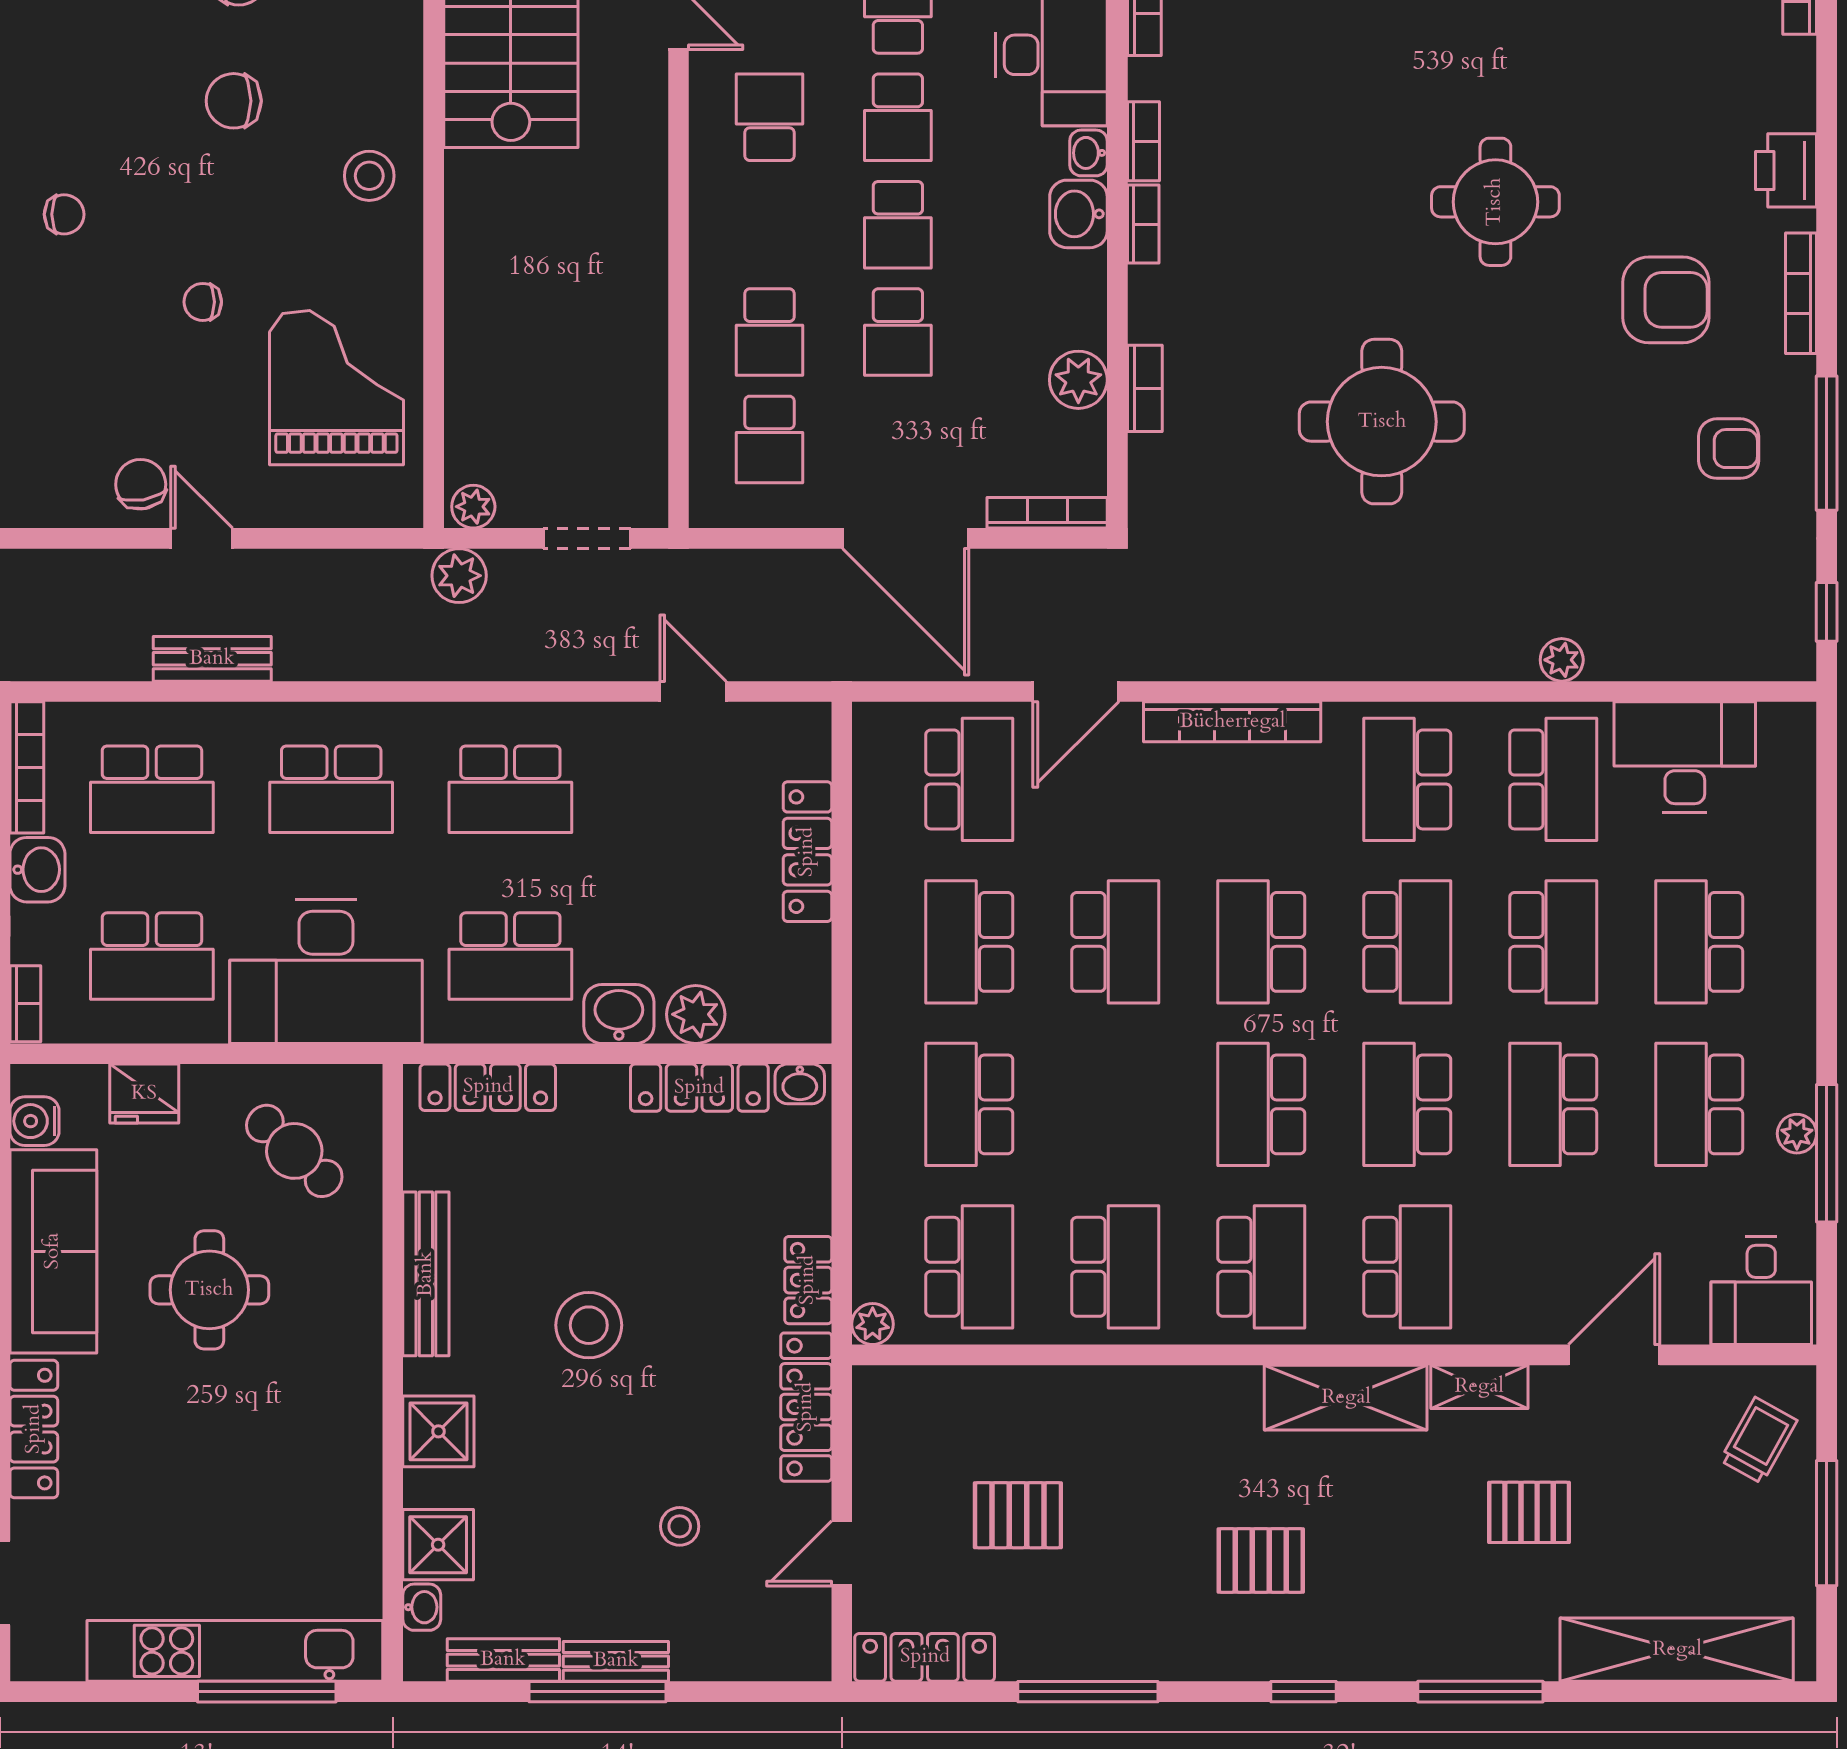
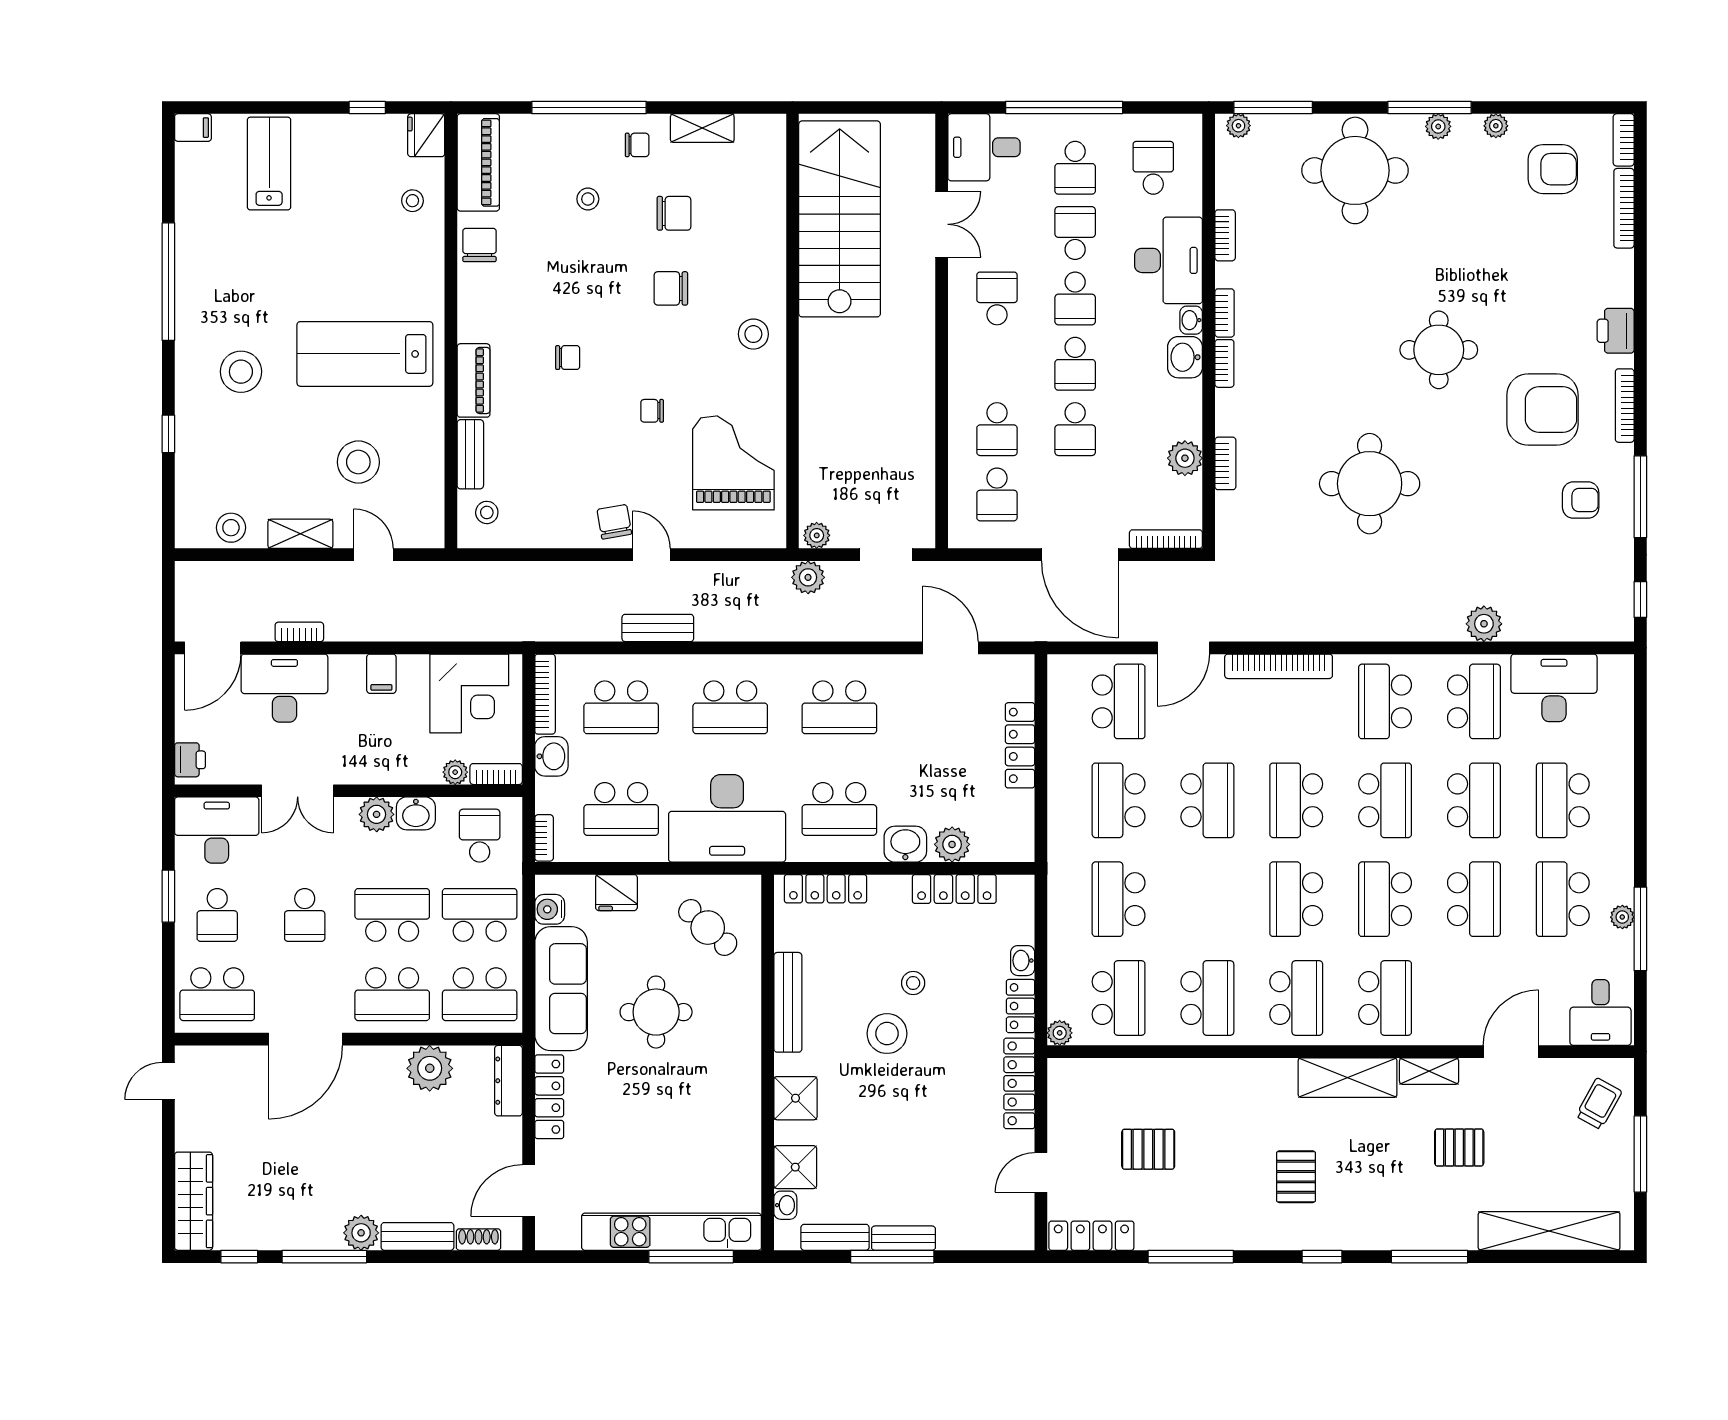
armchair: (1666, 300) -> (1542, 410), width x1.36, depth x1.36
plant: (1562, 660) -> (1484, 624), width x1.38, depth x1.38
door: (693, 691) -> (950, 648), width x1.38
washbasin: (800, 1084) -> (1023, 961), moved, turned 90
school desk: (1553, 1104) -> (1474, 899), turned 180
stool: (680, 1526) -> (913, 983), moved
pallet: (1261, 1560) -> (1296, 1177), turned 90

